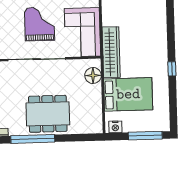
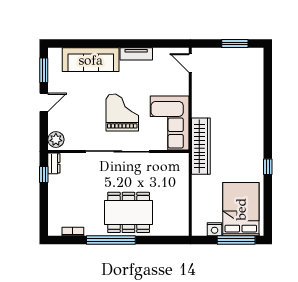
floor lamp: (93, 75) -> (180, 171), removed
bed: (128, 94) -> (241, 209), moved, turned -90
nightstand: (115, 127) -> (215, 229), moved

